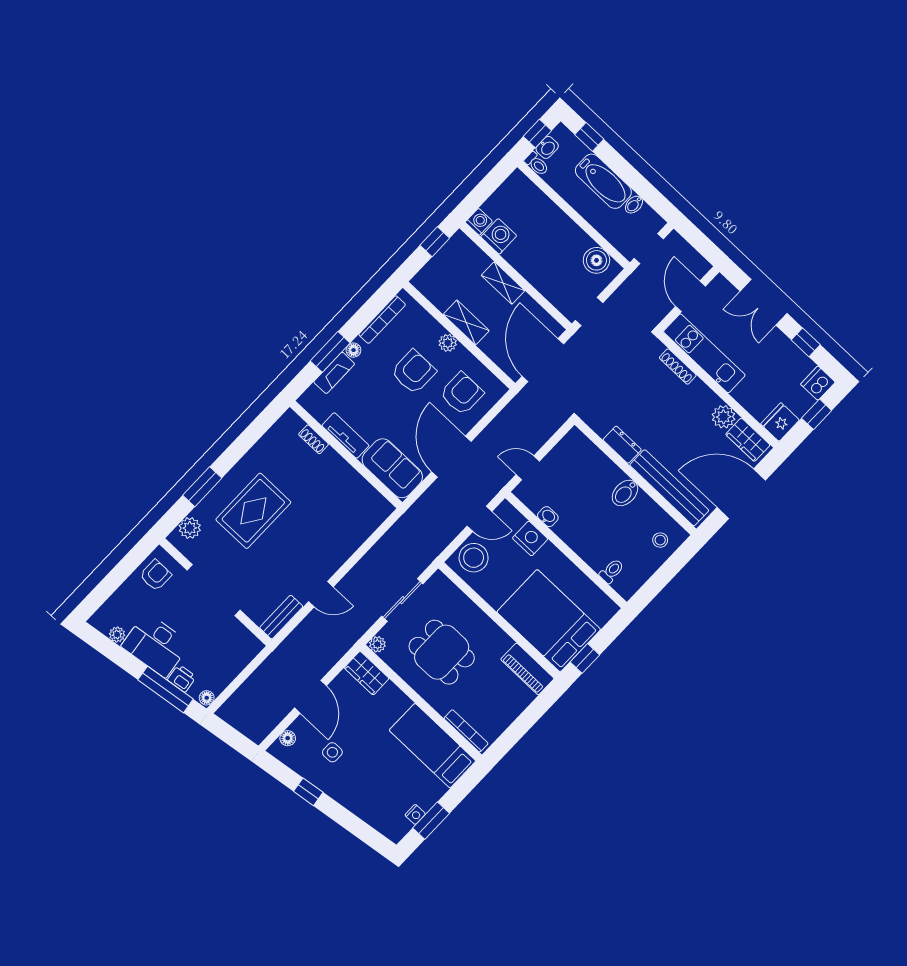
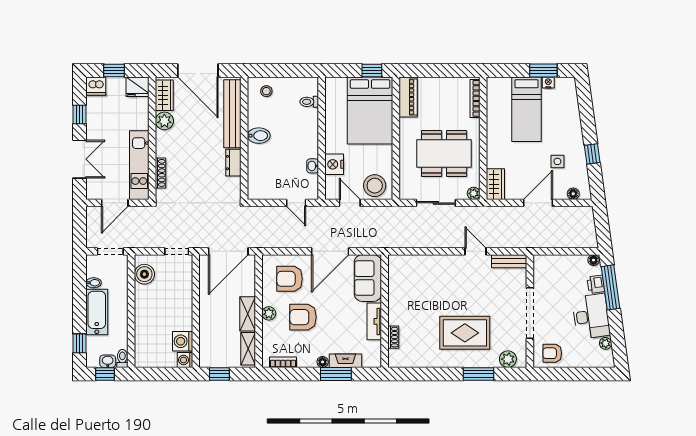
shelving: (503, 283) -> (248, 349), moved
bookcase: (382, 320) -> (283, 362), width x0.64
dining table: (442, 652) -> (444, 154), width x1.37
bed: (432, 746) -> (526, 109), moved

